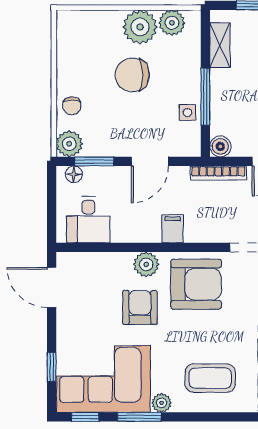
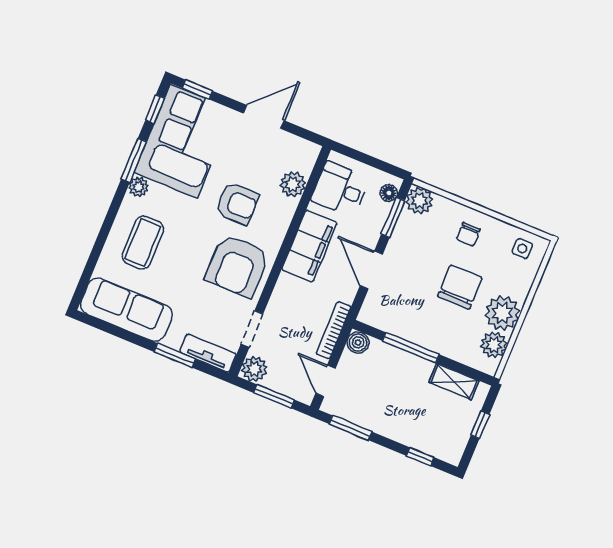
chair: (72, 106) -> (468, 234), moved, turned -90
side table: (187, 113) -> (522, 249), moved
filing cabinet: (173, 229) -> (309, 246), width x3.00, depth x1.17
plant: (146, 264) -> (293, 184), moved
door: (52, 287) -> (264, 117), moved
window: (52, 367) -> (197, 89), moved

